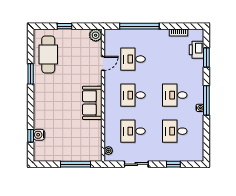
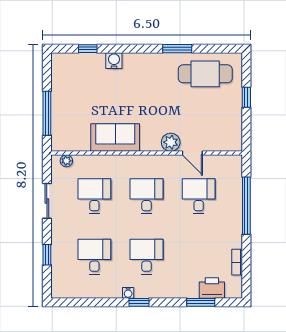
plant: (96, 35) -> (171, 142), moved
window: (206, 100) -> (139, 302), width x0.46
sofa: (92, 103) -> (115, 137), moved
water cooler: (39, 135) -> (114, 61), moved

